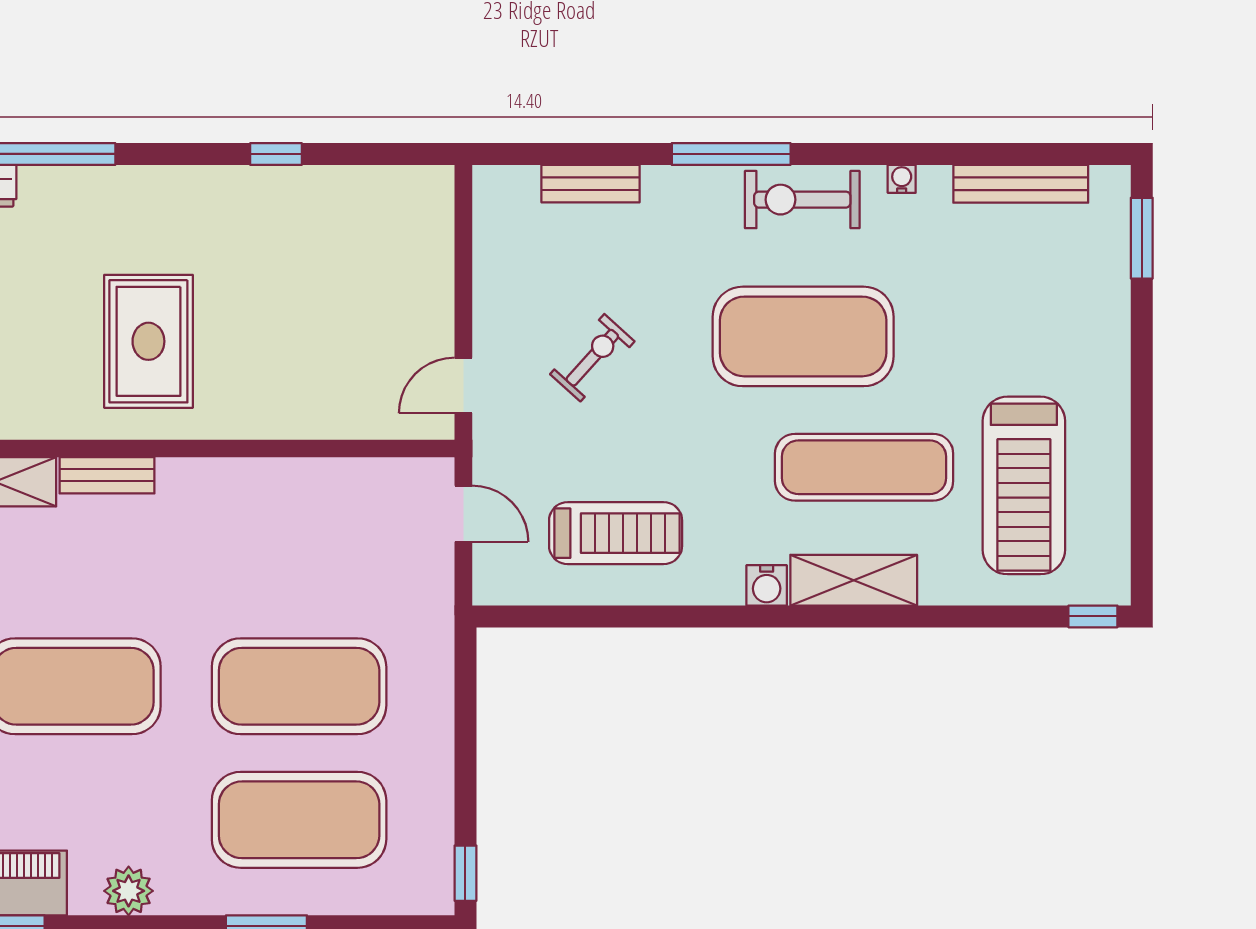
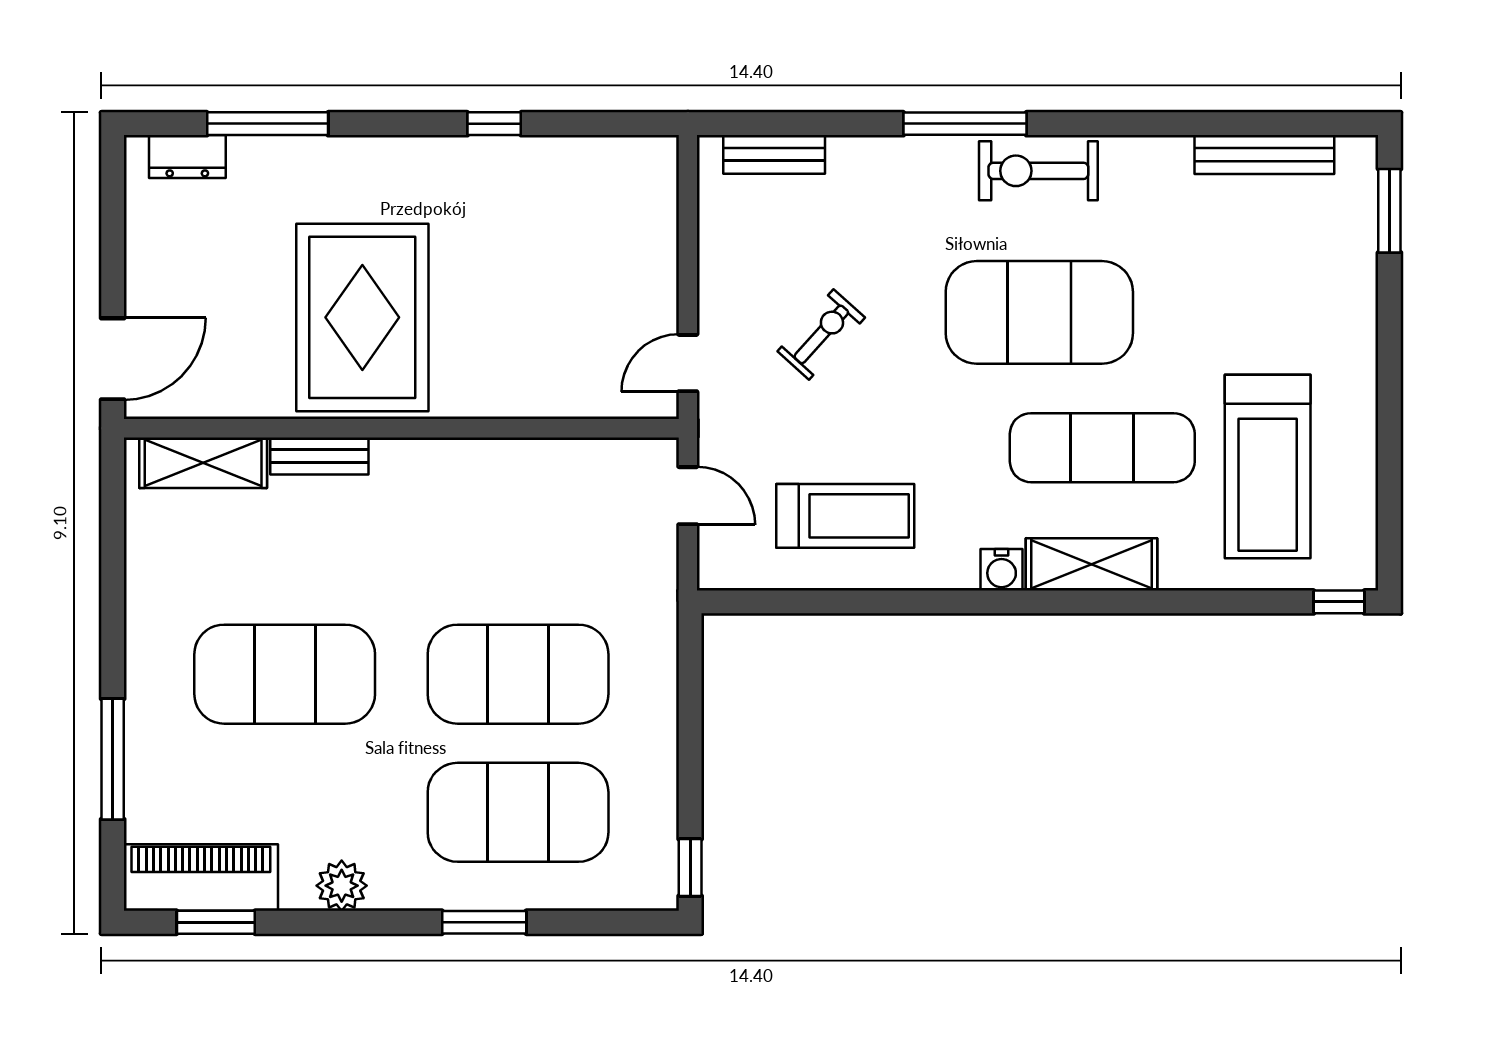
water cooler: (902, 179) -> (1141, 149), removed
bench: (591, 184) -> (774, 154), moved
rug: (148, 341) -> (362, 317), width x1.37, depth x1.44

